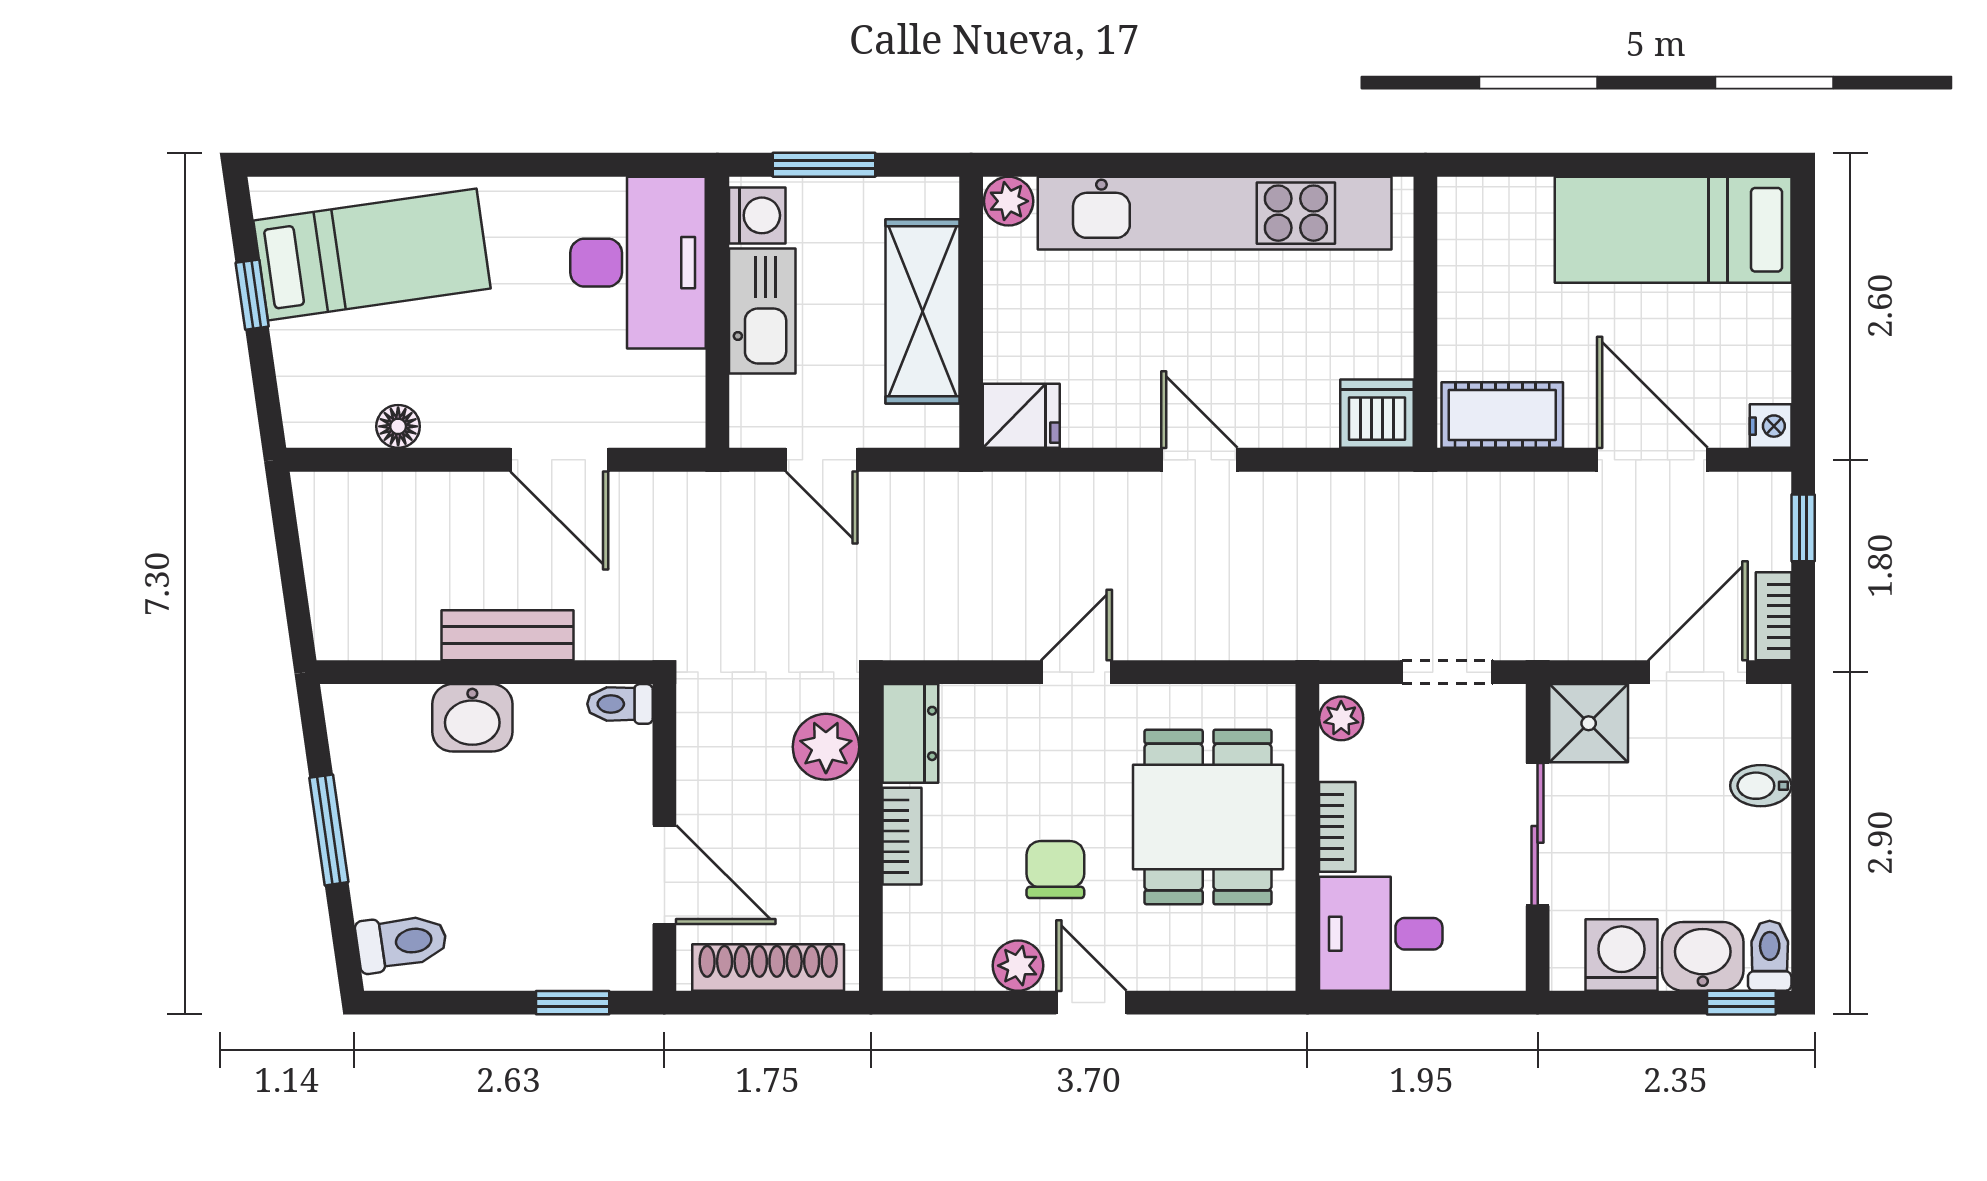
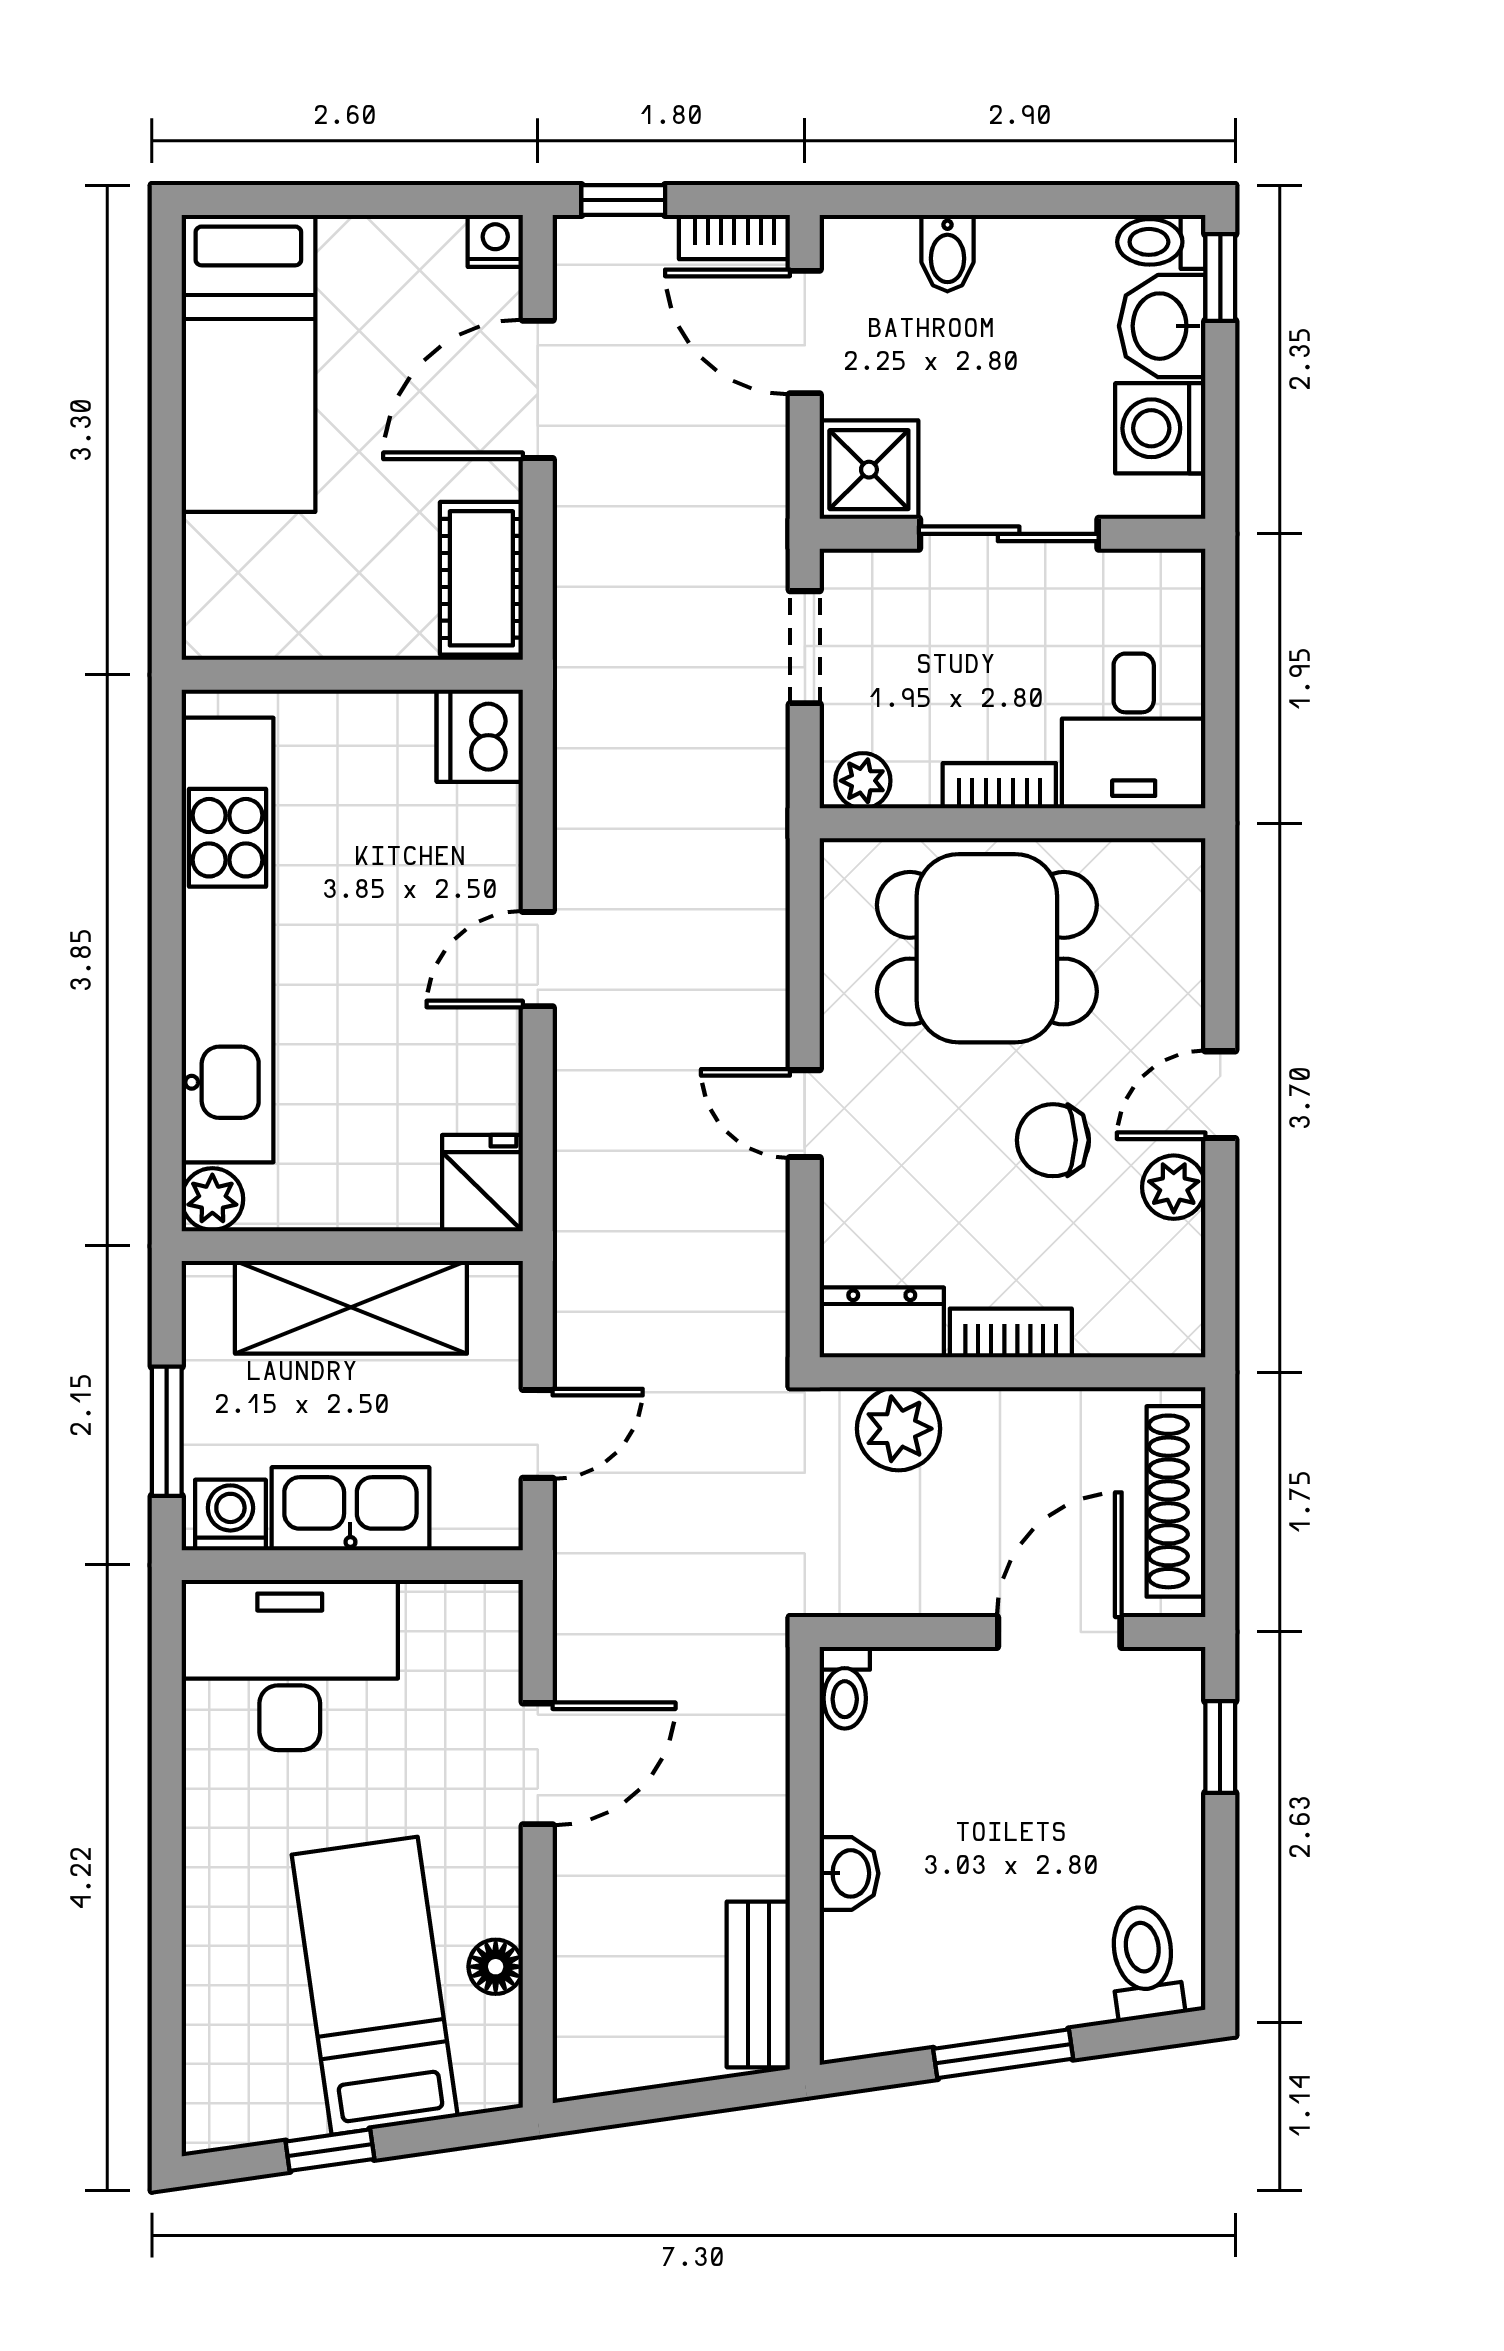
bed: (372, 255) -> (375, 1986), moved
bench: (507, 635) -> (758, 1984), moved
washbasin: (472, 718) -> (849, 1873), width x0.72, depth x0.69

